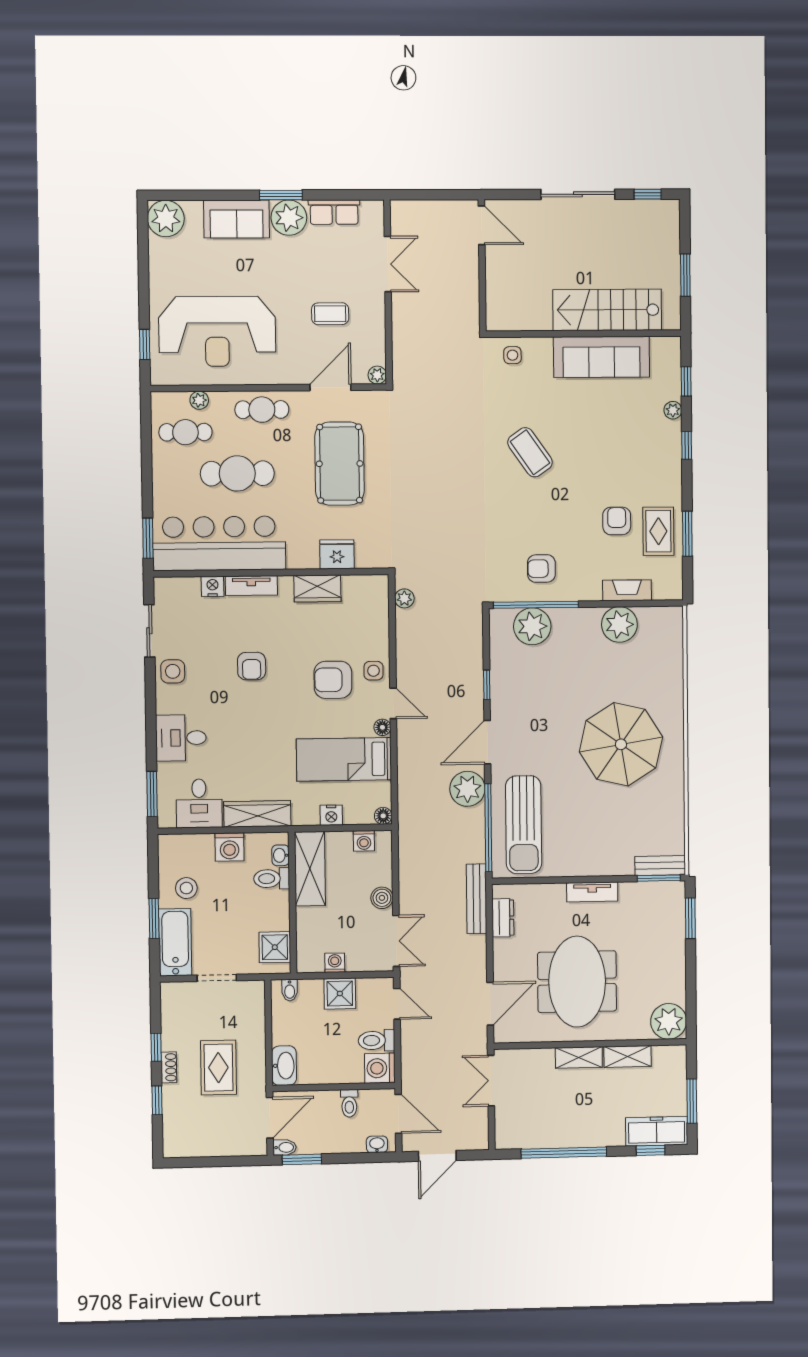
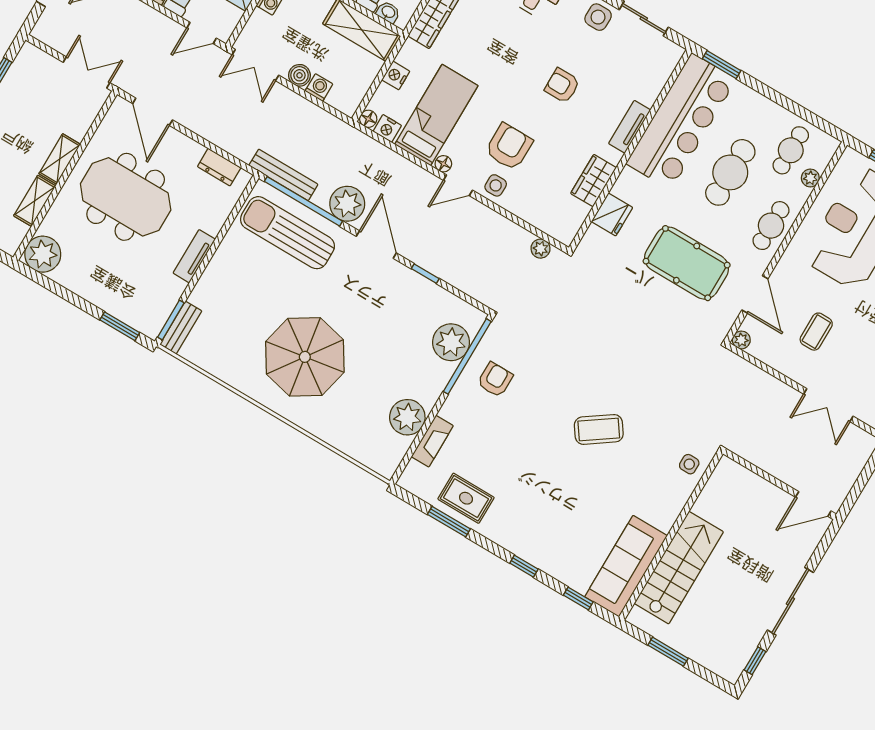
sofa: (602, 357) -> (626, 566), moved
plant: (673, 410) -> (561, 572), removed
armchair: (617, 521) -> (496, 468), removed
nightstand: (213, 586) -> (387, 128), moved, turned 90
washing machine: (364, 841) -> (319, 88), moved, turned 90
bench: (476, 899) -> (283, 175), moved

